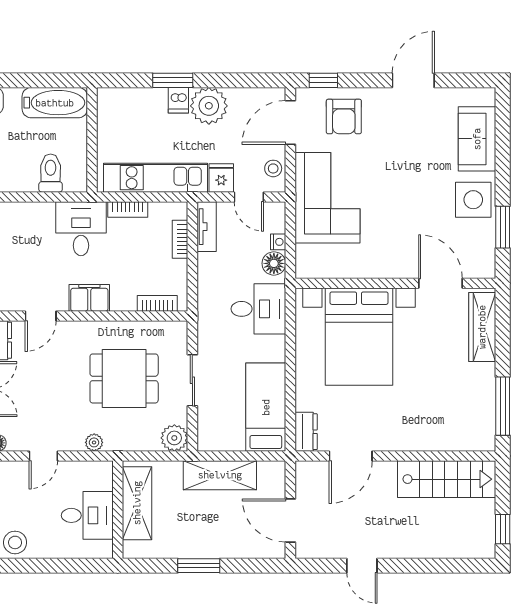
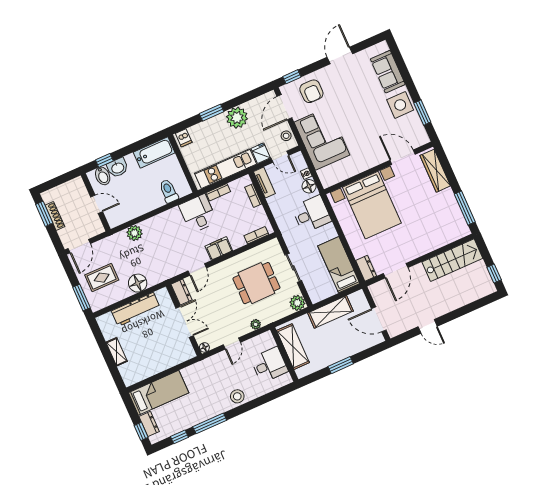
dishwasher: (178, 100) -> (184, 138), moved

